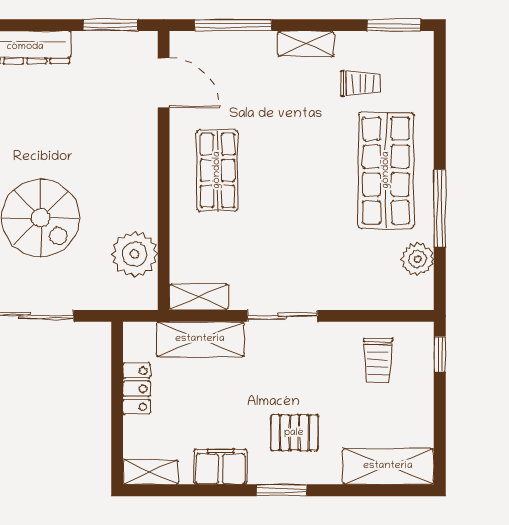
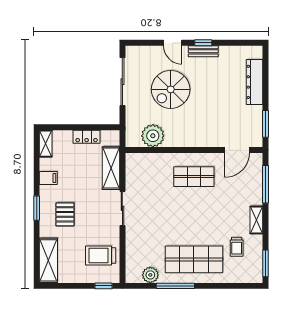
shelving: (199, 297) -> (132, 167), removed
trolley: (378, 360) -> (101, 255), width x1.36, depth x1.39
filing cabinet: (220, 467) -> (48, 178), width x0.50

